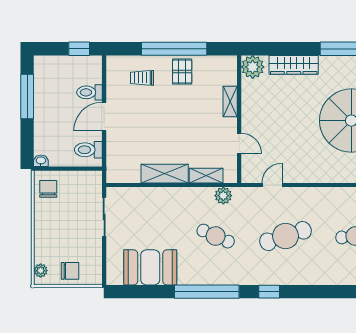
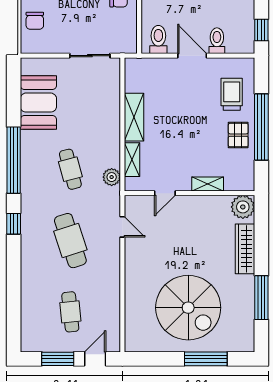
pallet: (182, 72) -> (238, 135), turned 90
trolley: (142, 78) -> (232, 94), width x1.36, depth x1.39
cafe table: (216, 236) -> (70, 169), turned -39

